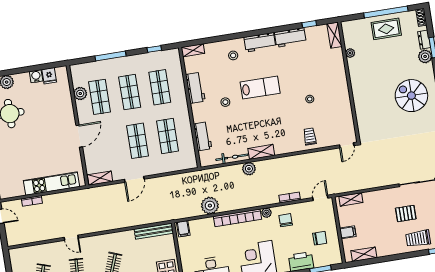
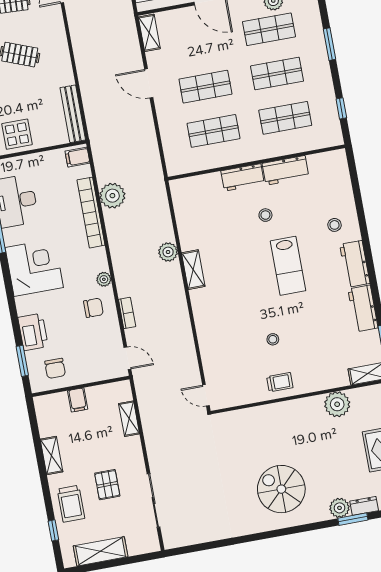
shelving: (193, 50) -> (341, 165), removed
plant: (350, 53) -> (337, 404), width x1.88, depth x1.88
window: (110, 56) -> (330, 44), width x0.69
spiral stairs: (411, 96) -> (281, 489), turned -90
workbench: (203, 136) -> (243, 177), moved
trolley: (310, 137) -> (280, 382), moved
bicycle: (232, 157) -> (184, 226), removed
shelving: (351, 199) -> (129, 419), moved
bookcase: (238, 218) -> (91, 213), moved
chair: (320, 238) -> (55, 368), moved
trolley: (418, 238) -> (71, 504), turned 180
shelving: (364, 254) -> (52, 456), moved

